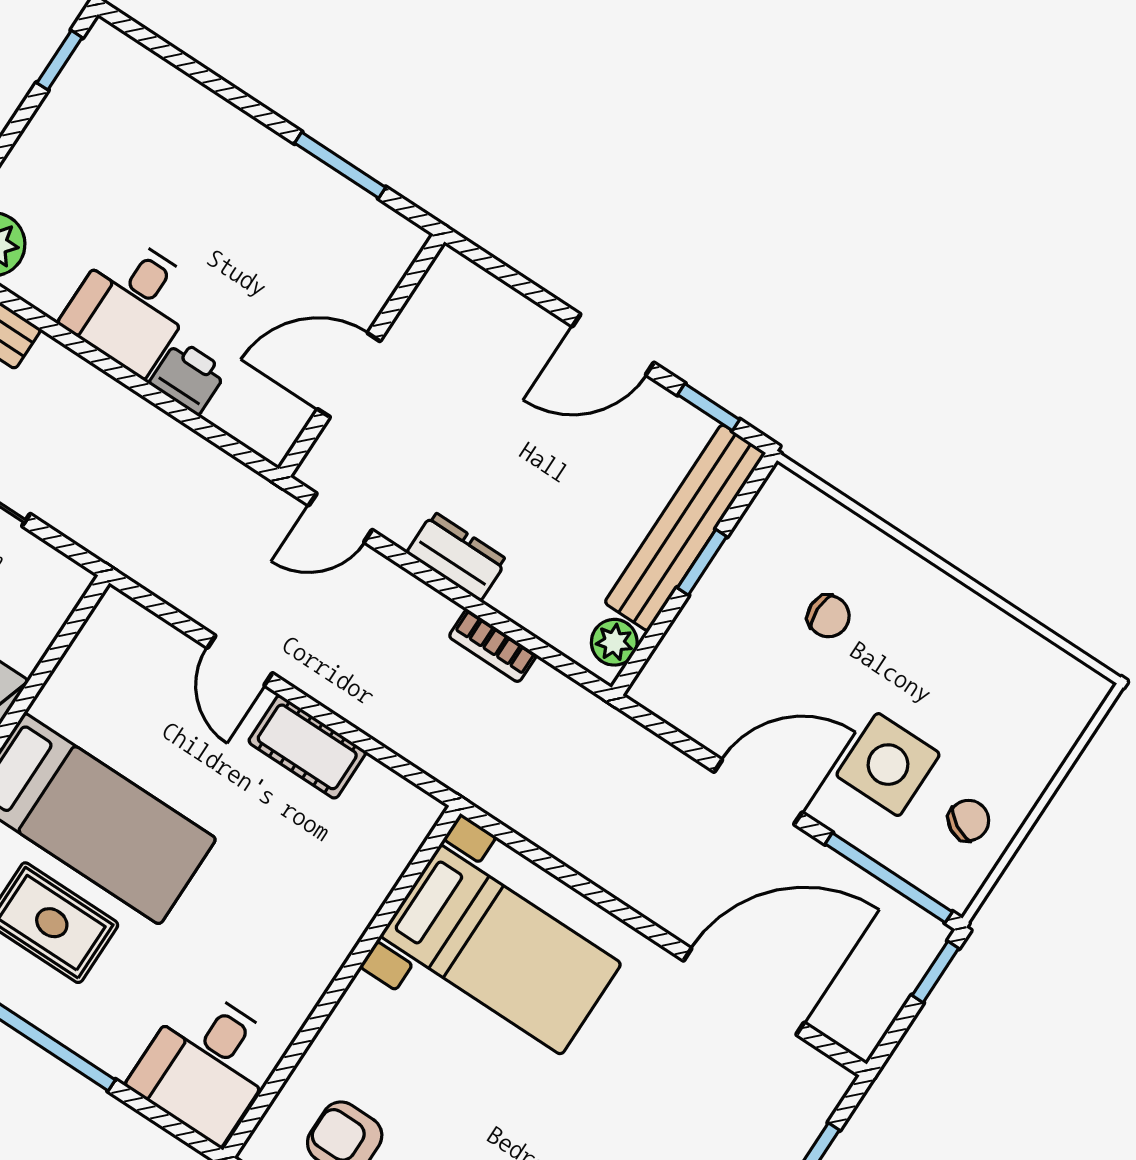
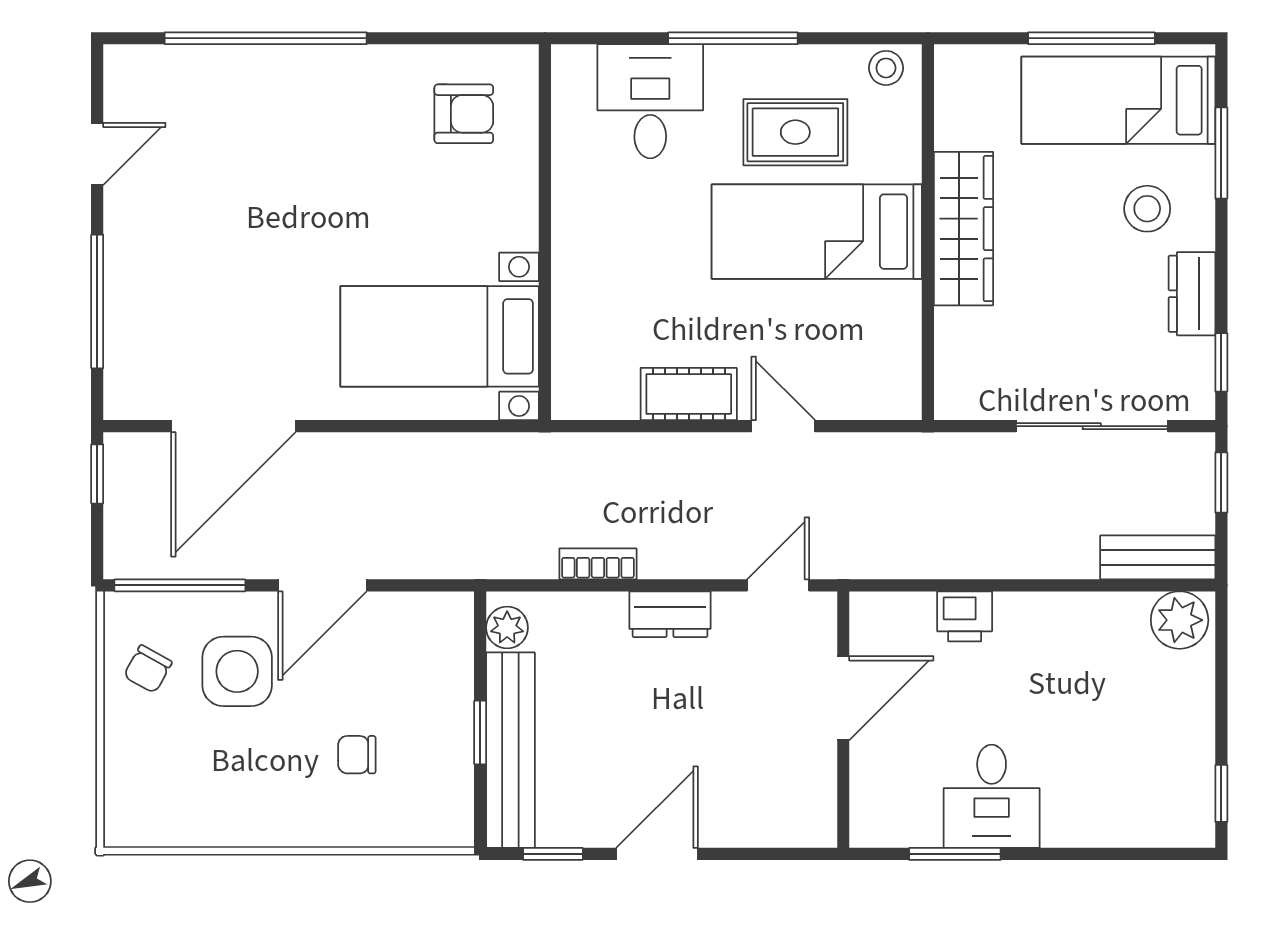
desk: (131, 305) -> (992, 796), moved, turned 180
window: (935, 972) -> (97, 474), moved
desk: (207, 1065) -> (650, 101), moved

